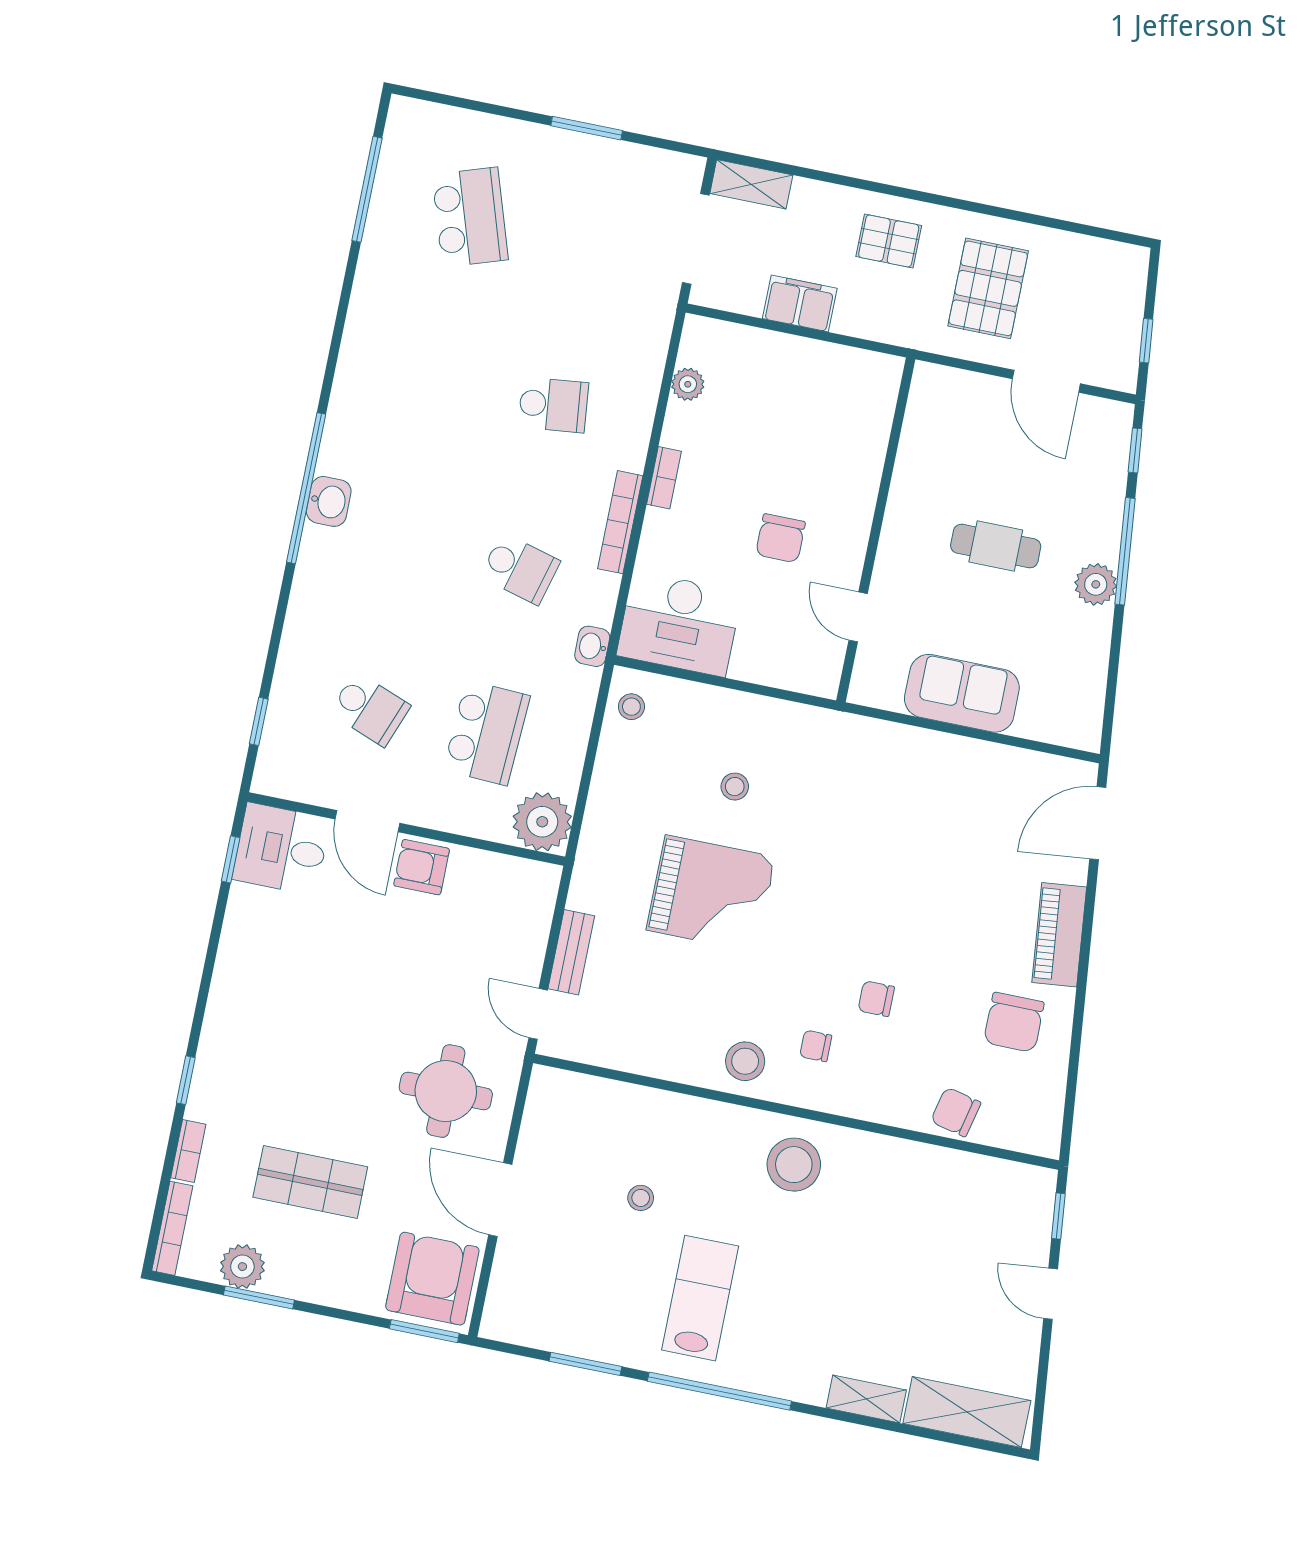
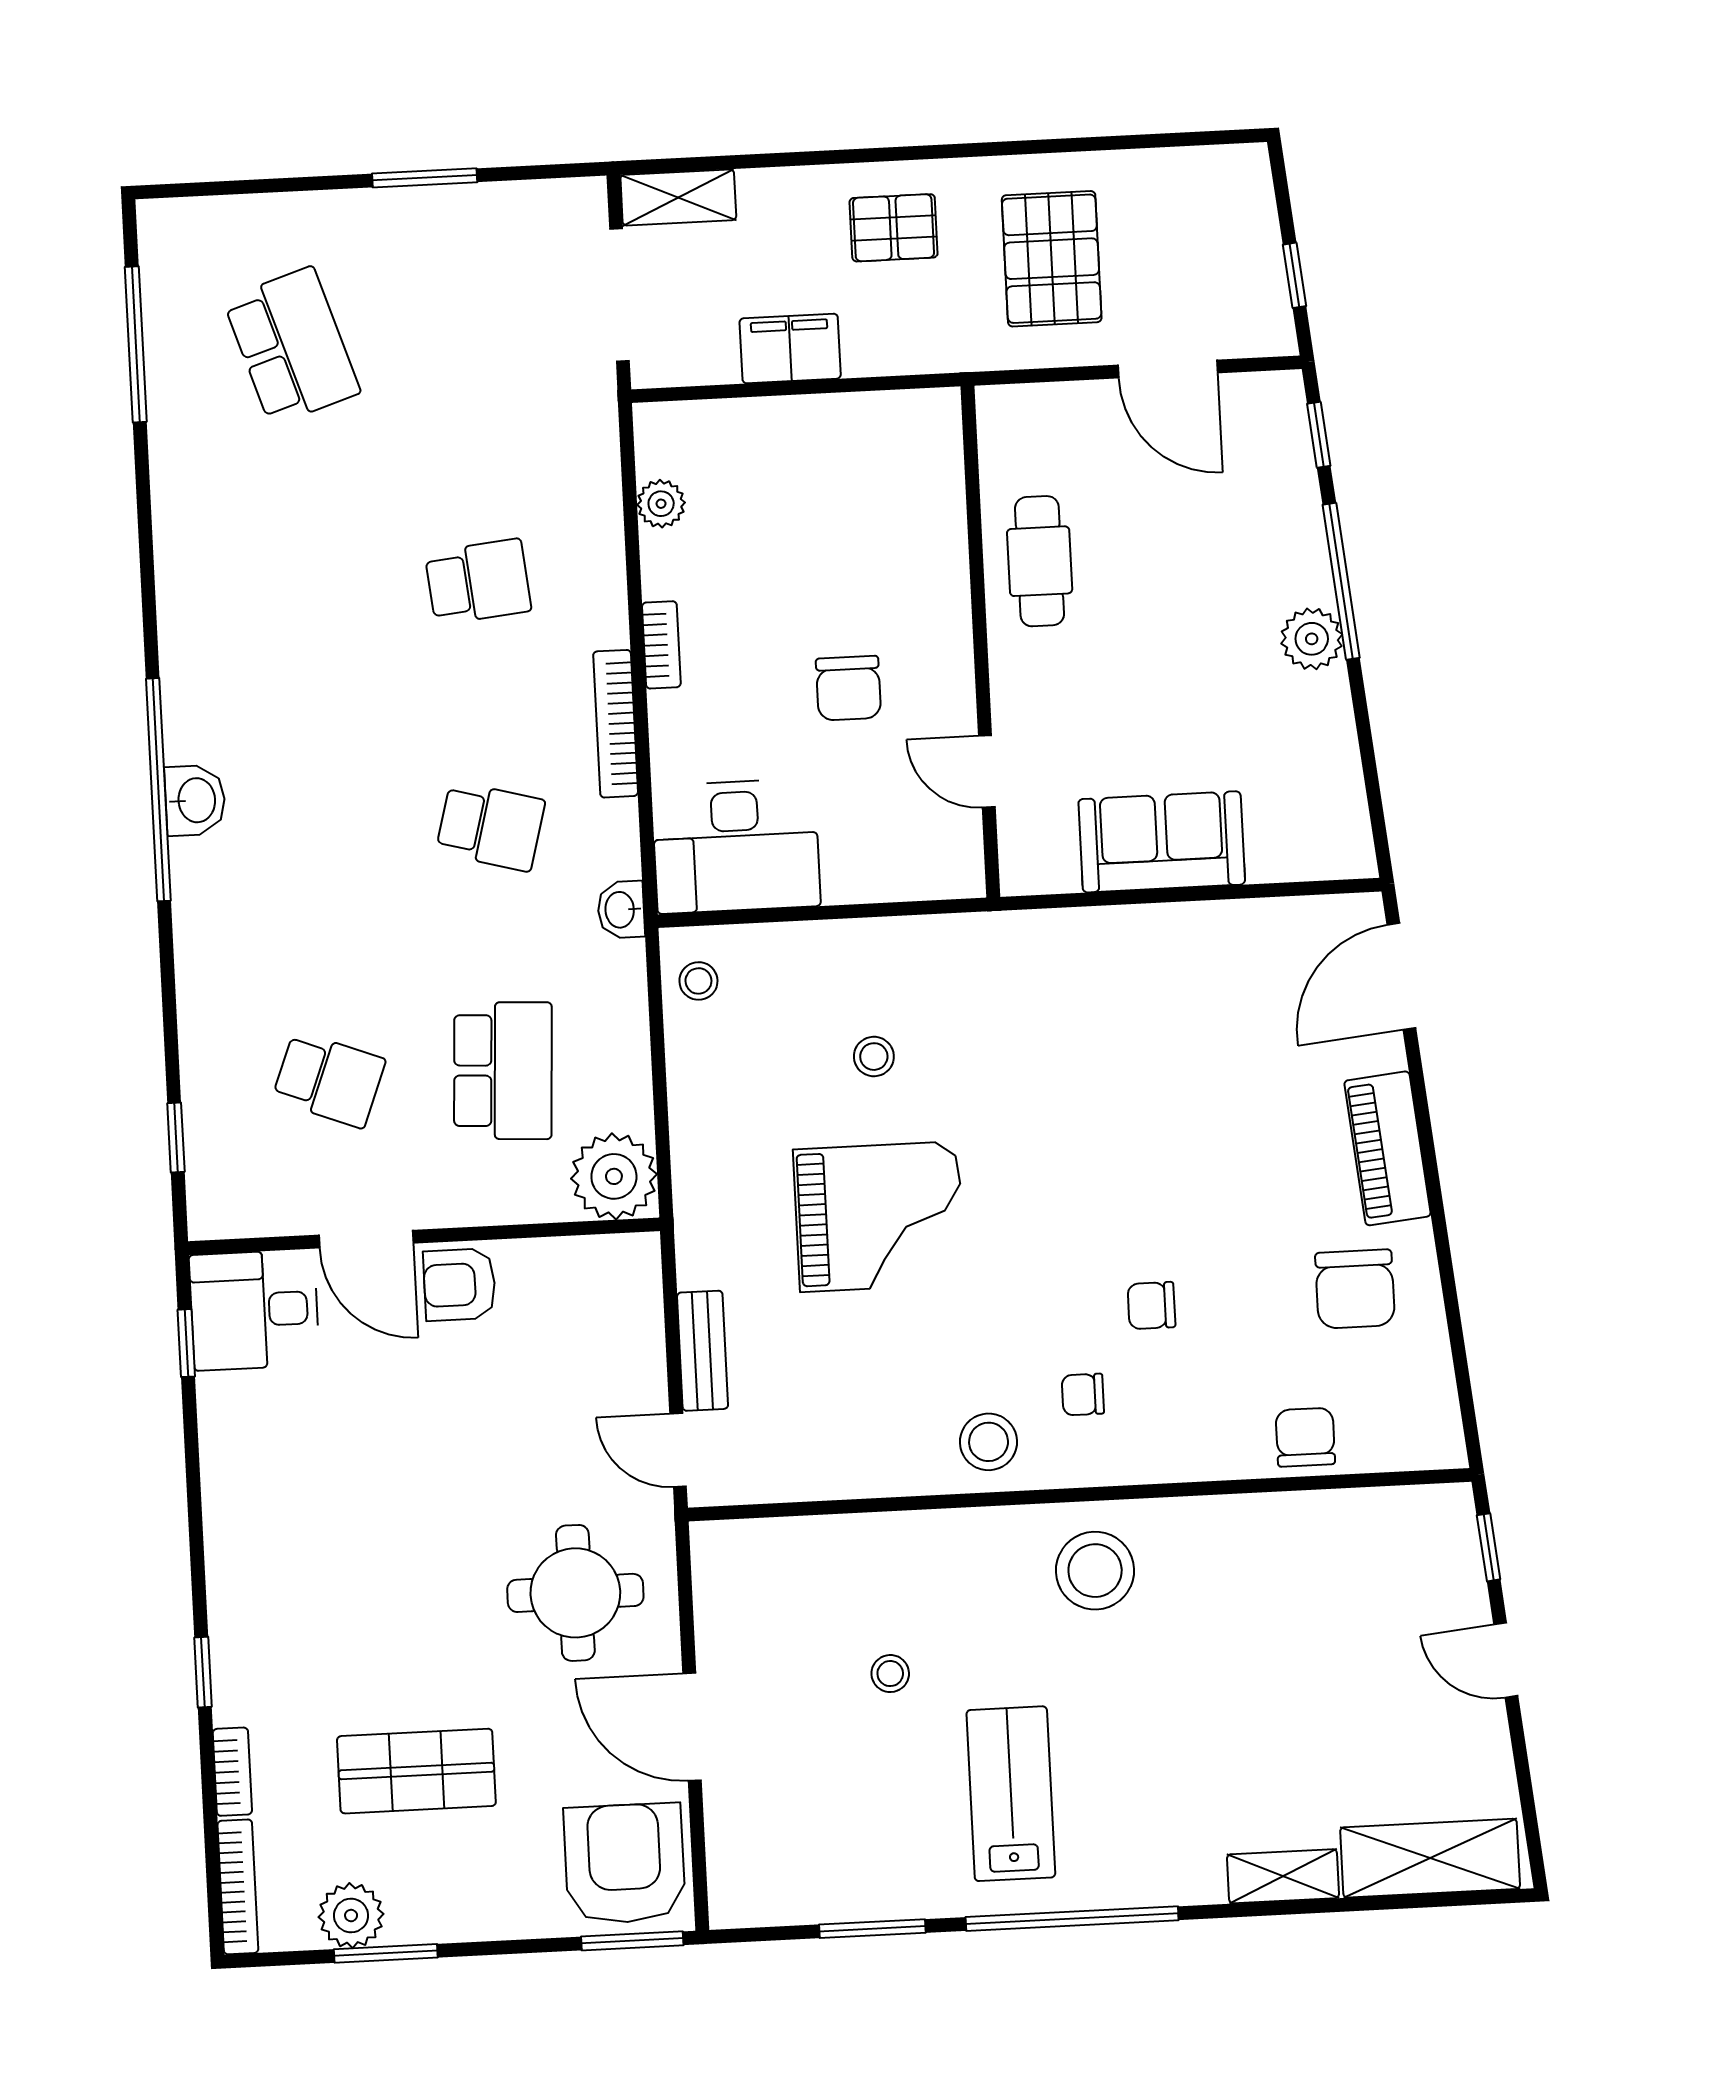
cafe table: (996, 546) -> (1040, 561), moved, turned 90
chair: (956, 1112) -> (1305, 1437), turned 77

